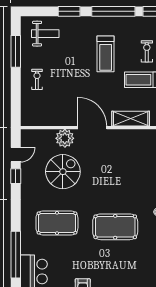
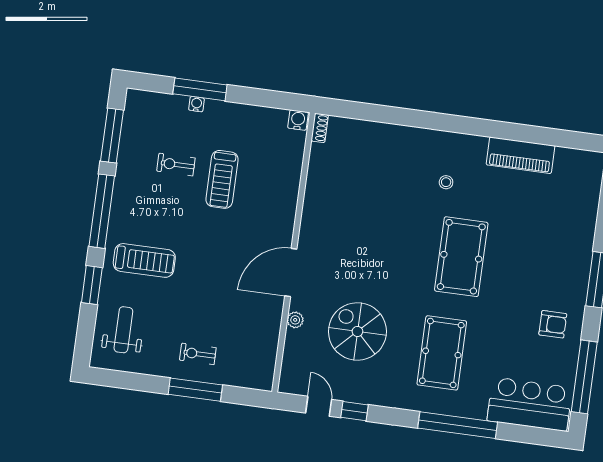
window: (16, 51) -> (195, 390), moved
treadmill: (106, 54) -> (144, 260), moved
shelving: (131, 119) -> (285, 207), removed
plant: (65, 138) -> (295, 320), width x0.53, depth x0.53
window: (16, 255) -> (458, 425), moved

